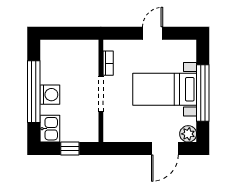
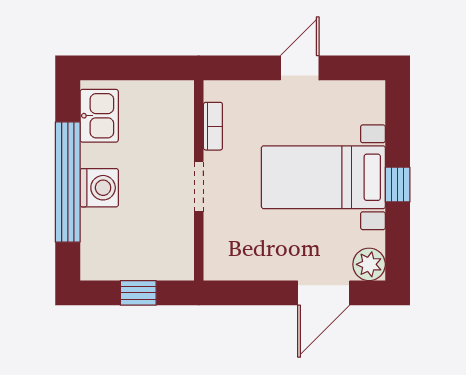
window: (203, 93) -> (398, 185), width x0.32
doorway: (101, 94) -> (199, 187), width x0.73
kitchen sink: (50, 129) -> (99, 116), moved

